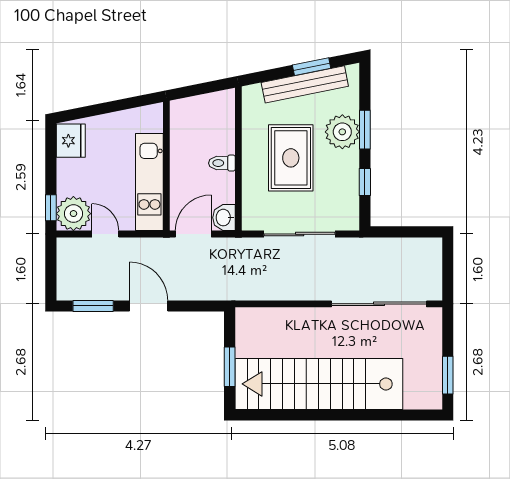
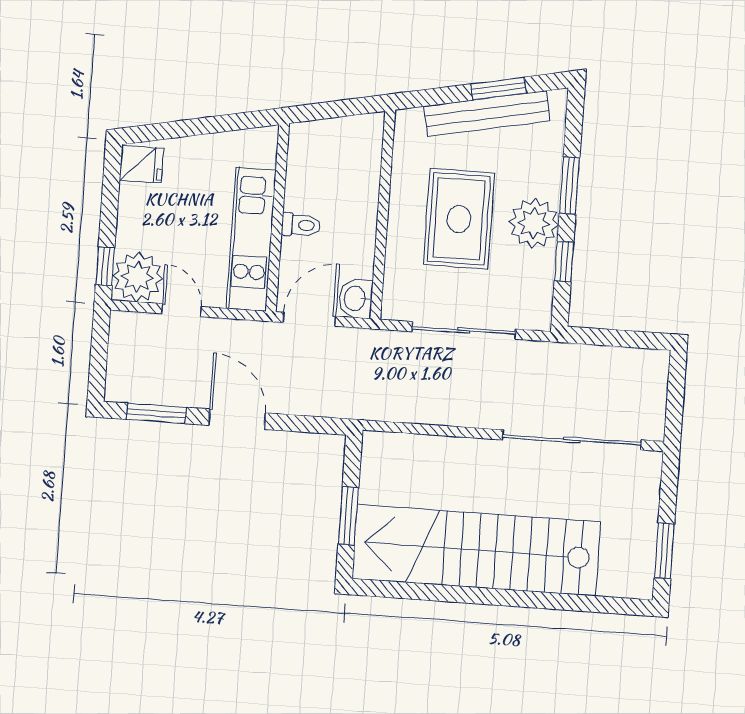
plant: (342, 132) -> (534, 223), moved
fridge: (71, 141) -> (141, 164), width x0.72
toilet: (222, 163) -> (301, 225), moved, turned 180

